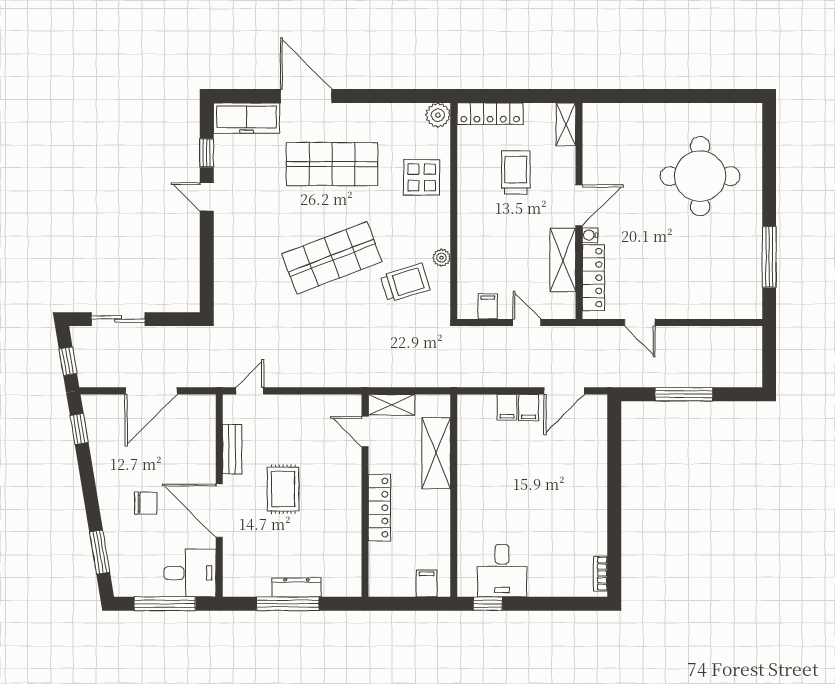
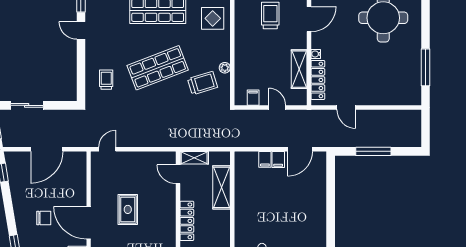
door: (579, 205) -> (309, 19), moved
trolley: (248, 277) -> (106, 80), added
bench: (232, 449) -> (97, 185), removed

